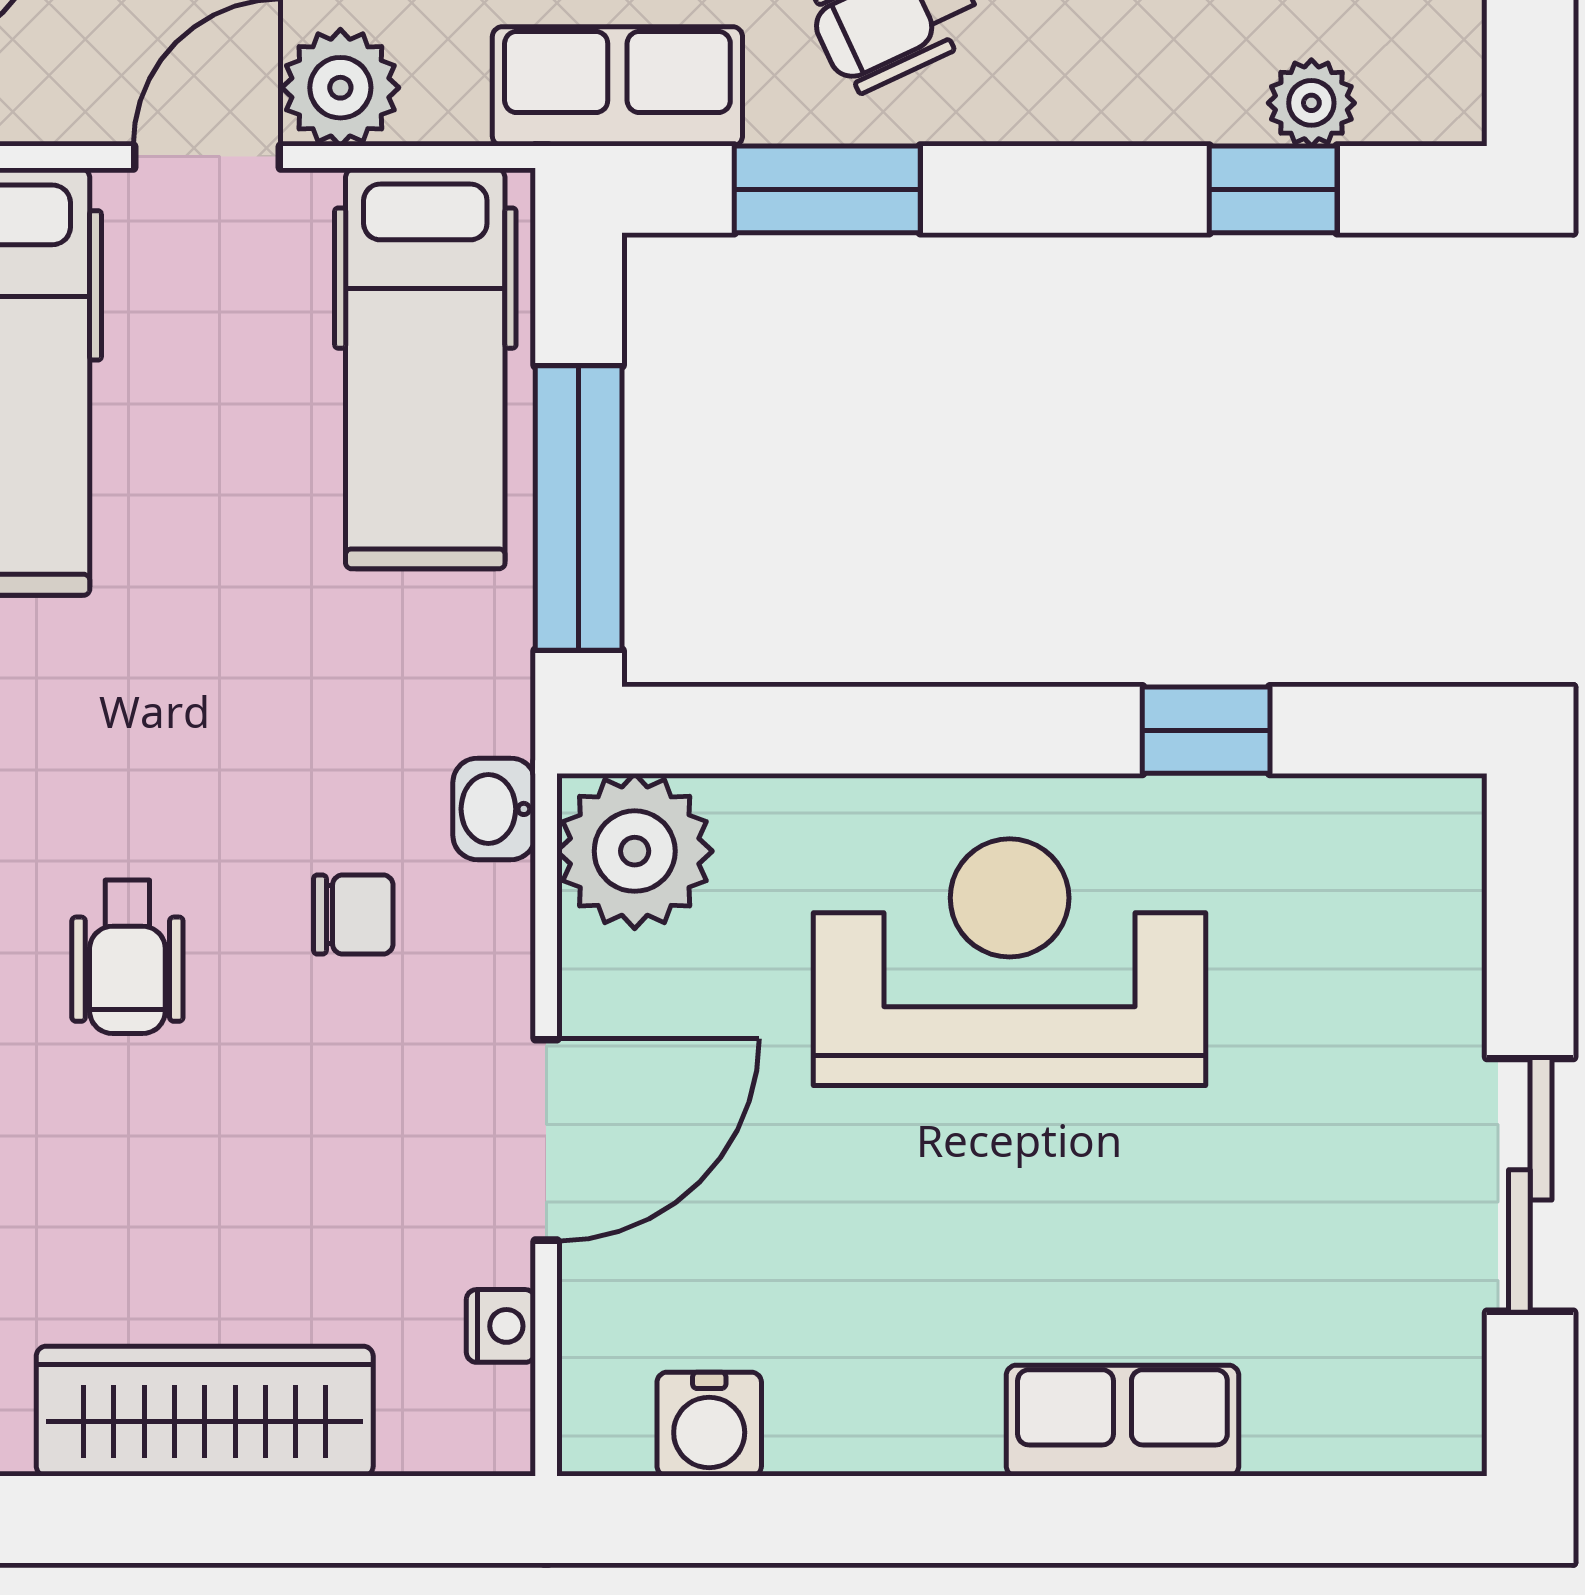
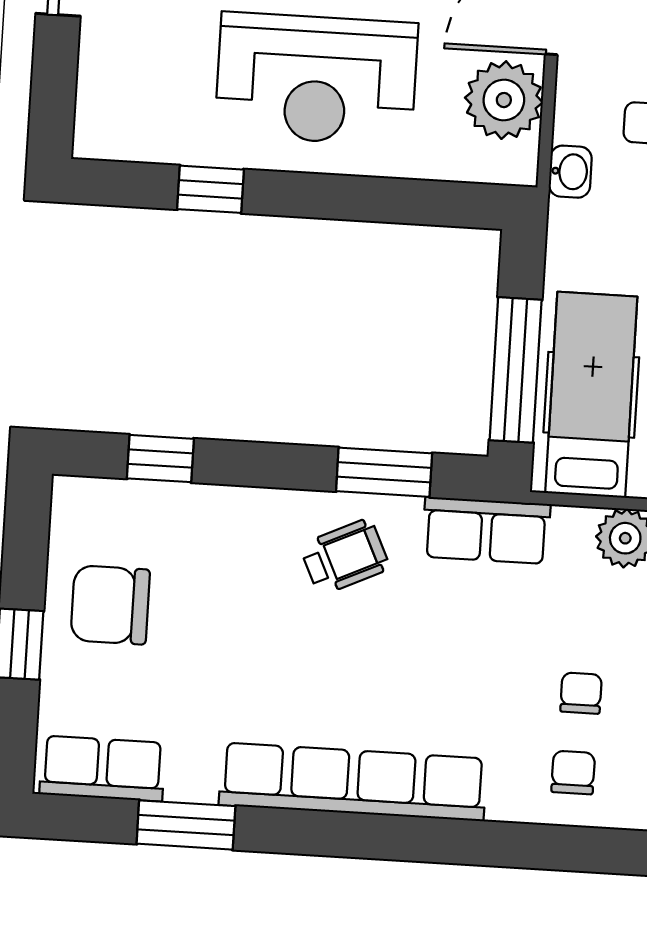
plant: (1311, 103) -> (139, 501), removed
window: (579, 508) -> (516, 370), moved
plant: (635, 851) -> (504, 100), moved

